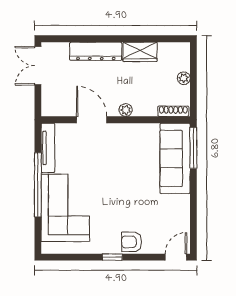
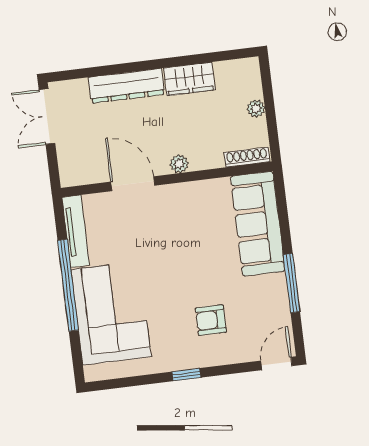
window: (193, 148) -> (292, 283), moved
armchair: (132, 242) -> (211, 320), moved

